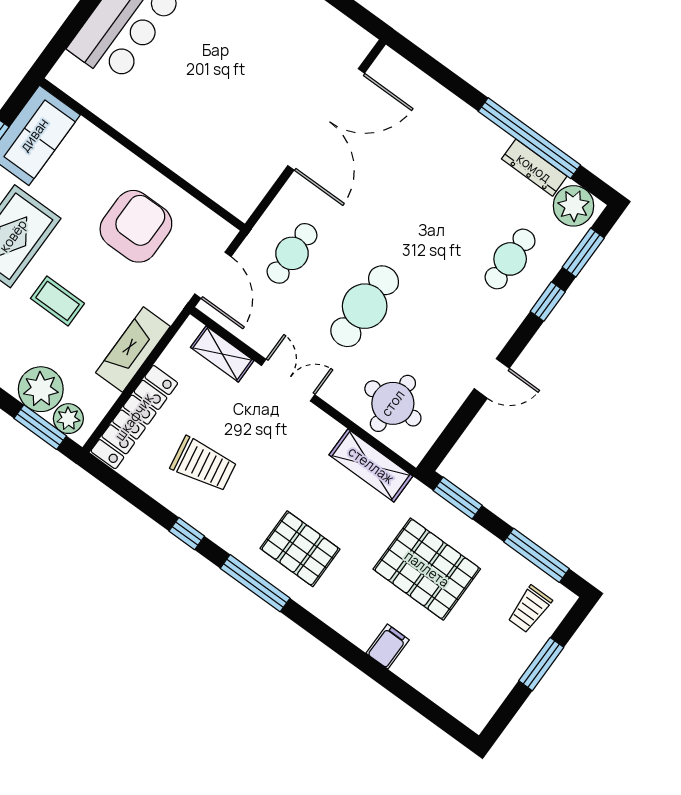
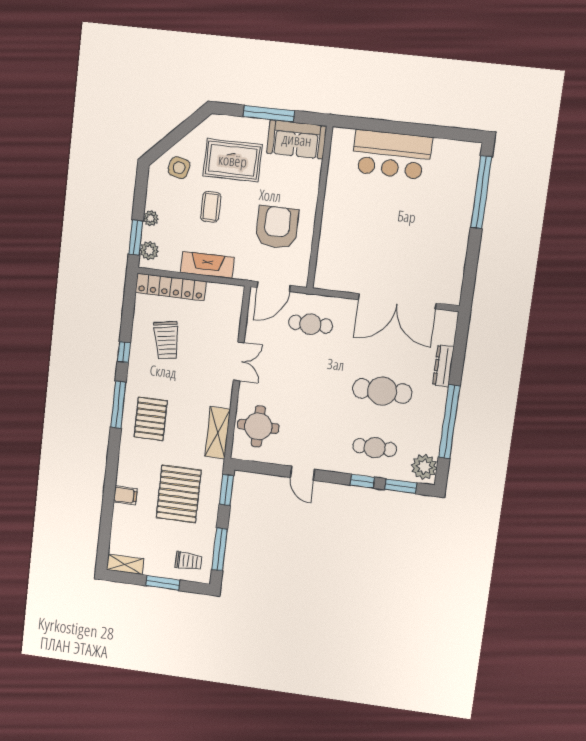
dresser: (534, 168) -> (443, 366), moved
armchair: (136, 226) -> (277, 227), turned -90
cafe table: (365, 306) -> (382, 391), moved
shelving: (222, 354) -> (125, 564), moved, turned 90
plant: (41, 389) -> (151, 218), width x0.53, depth x0.53
trolley: (530, 609) -> (189, 561), turned 180

